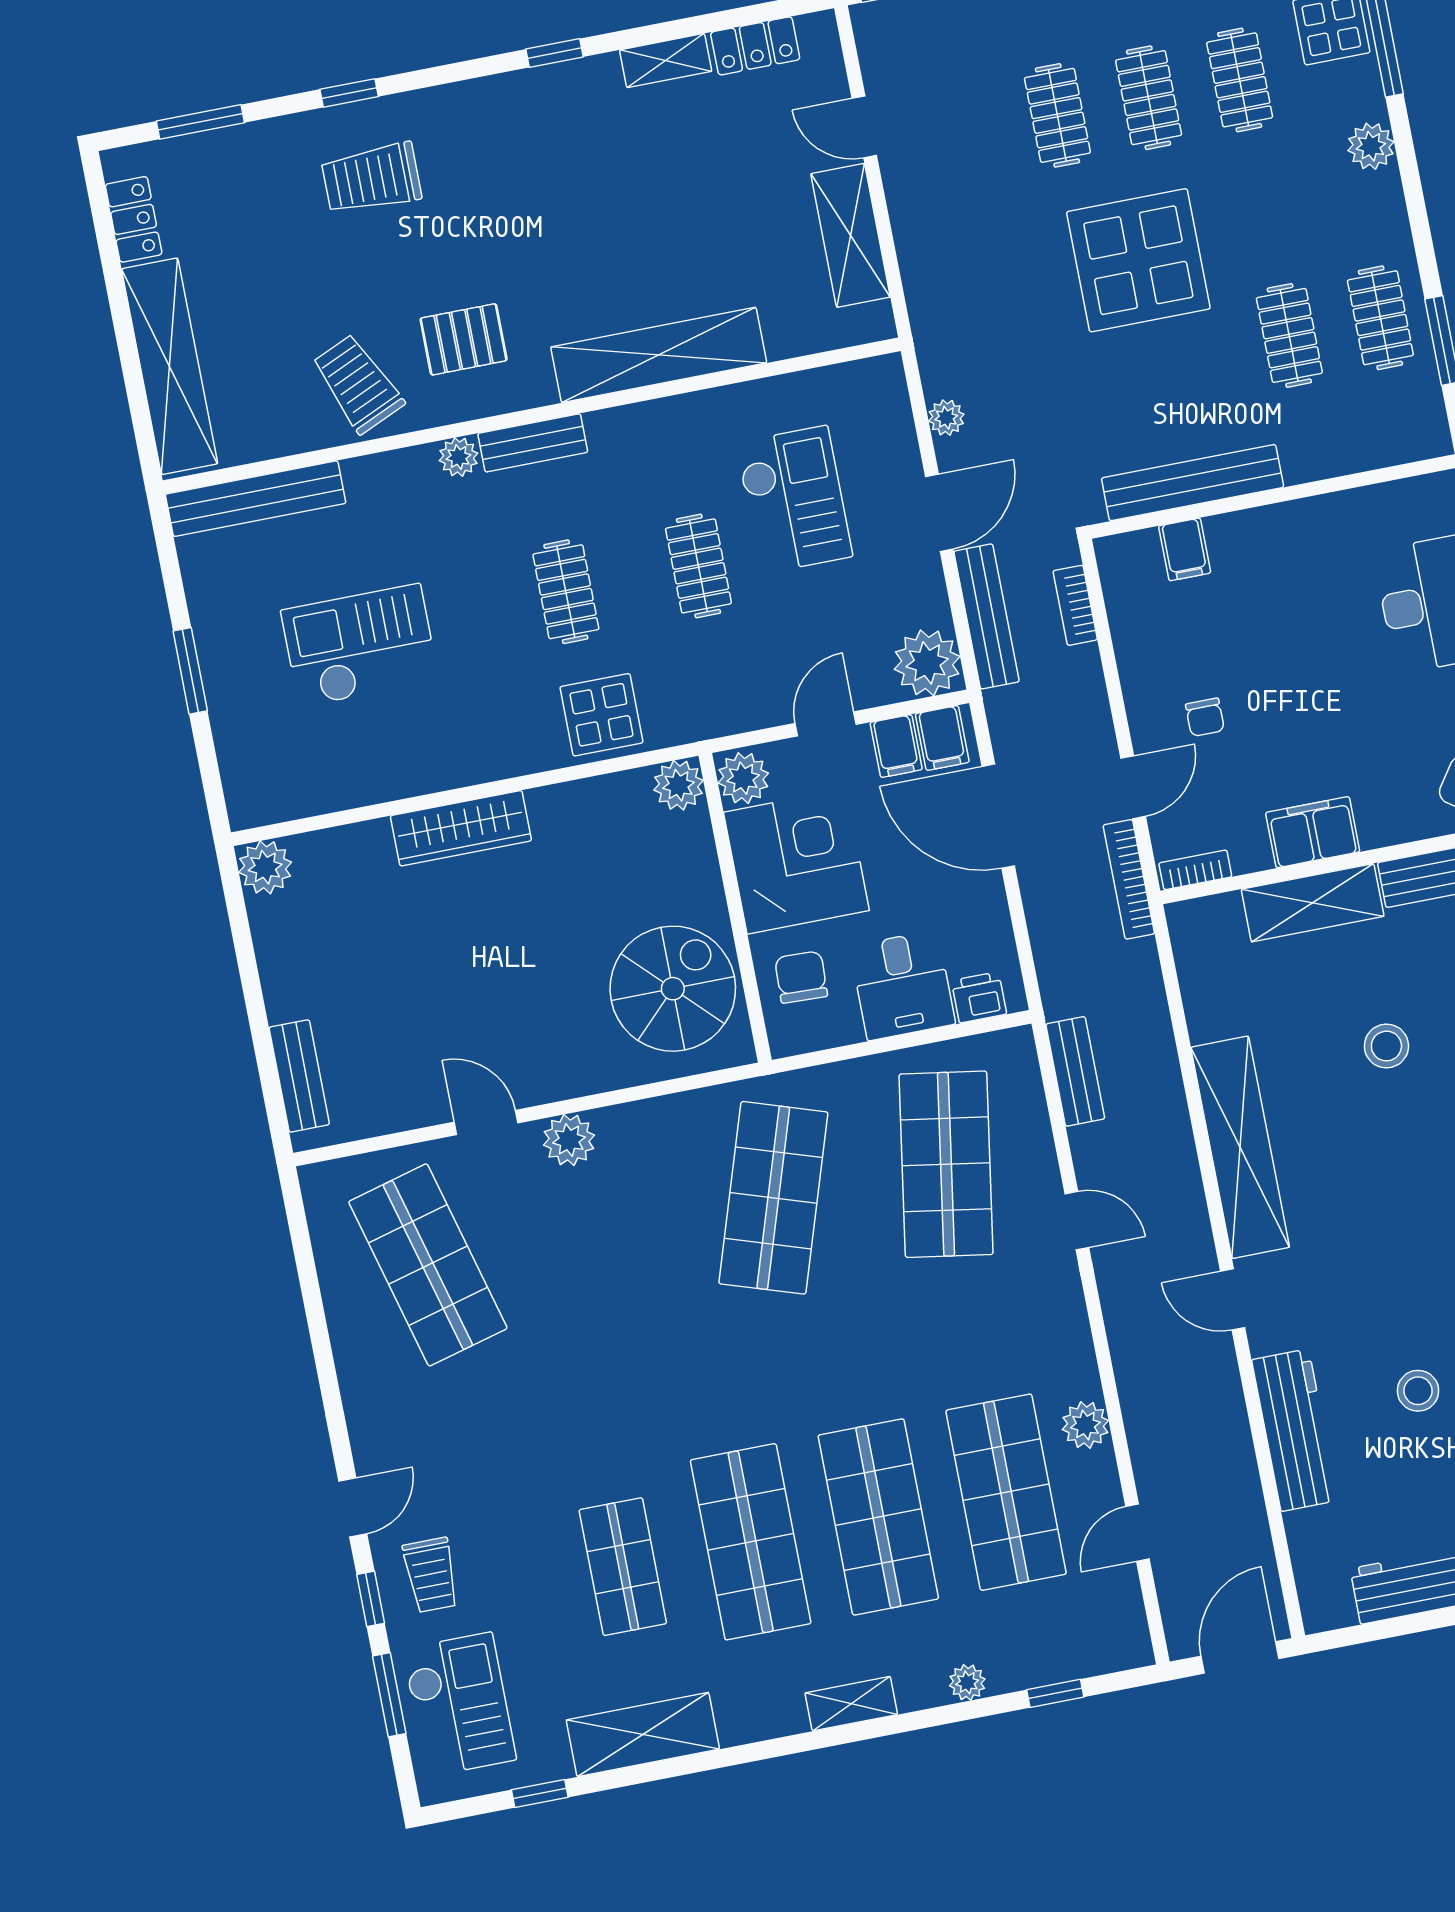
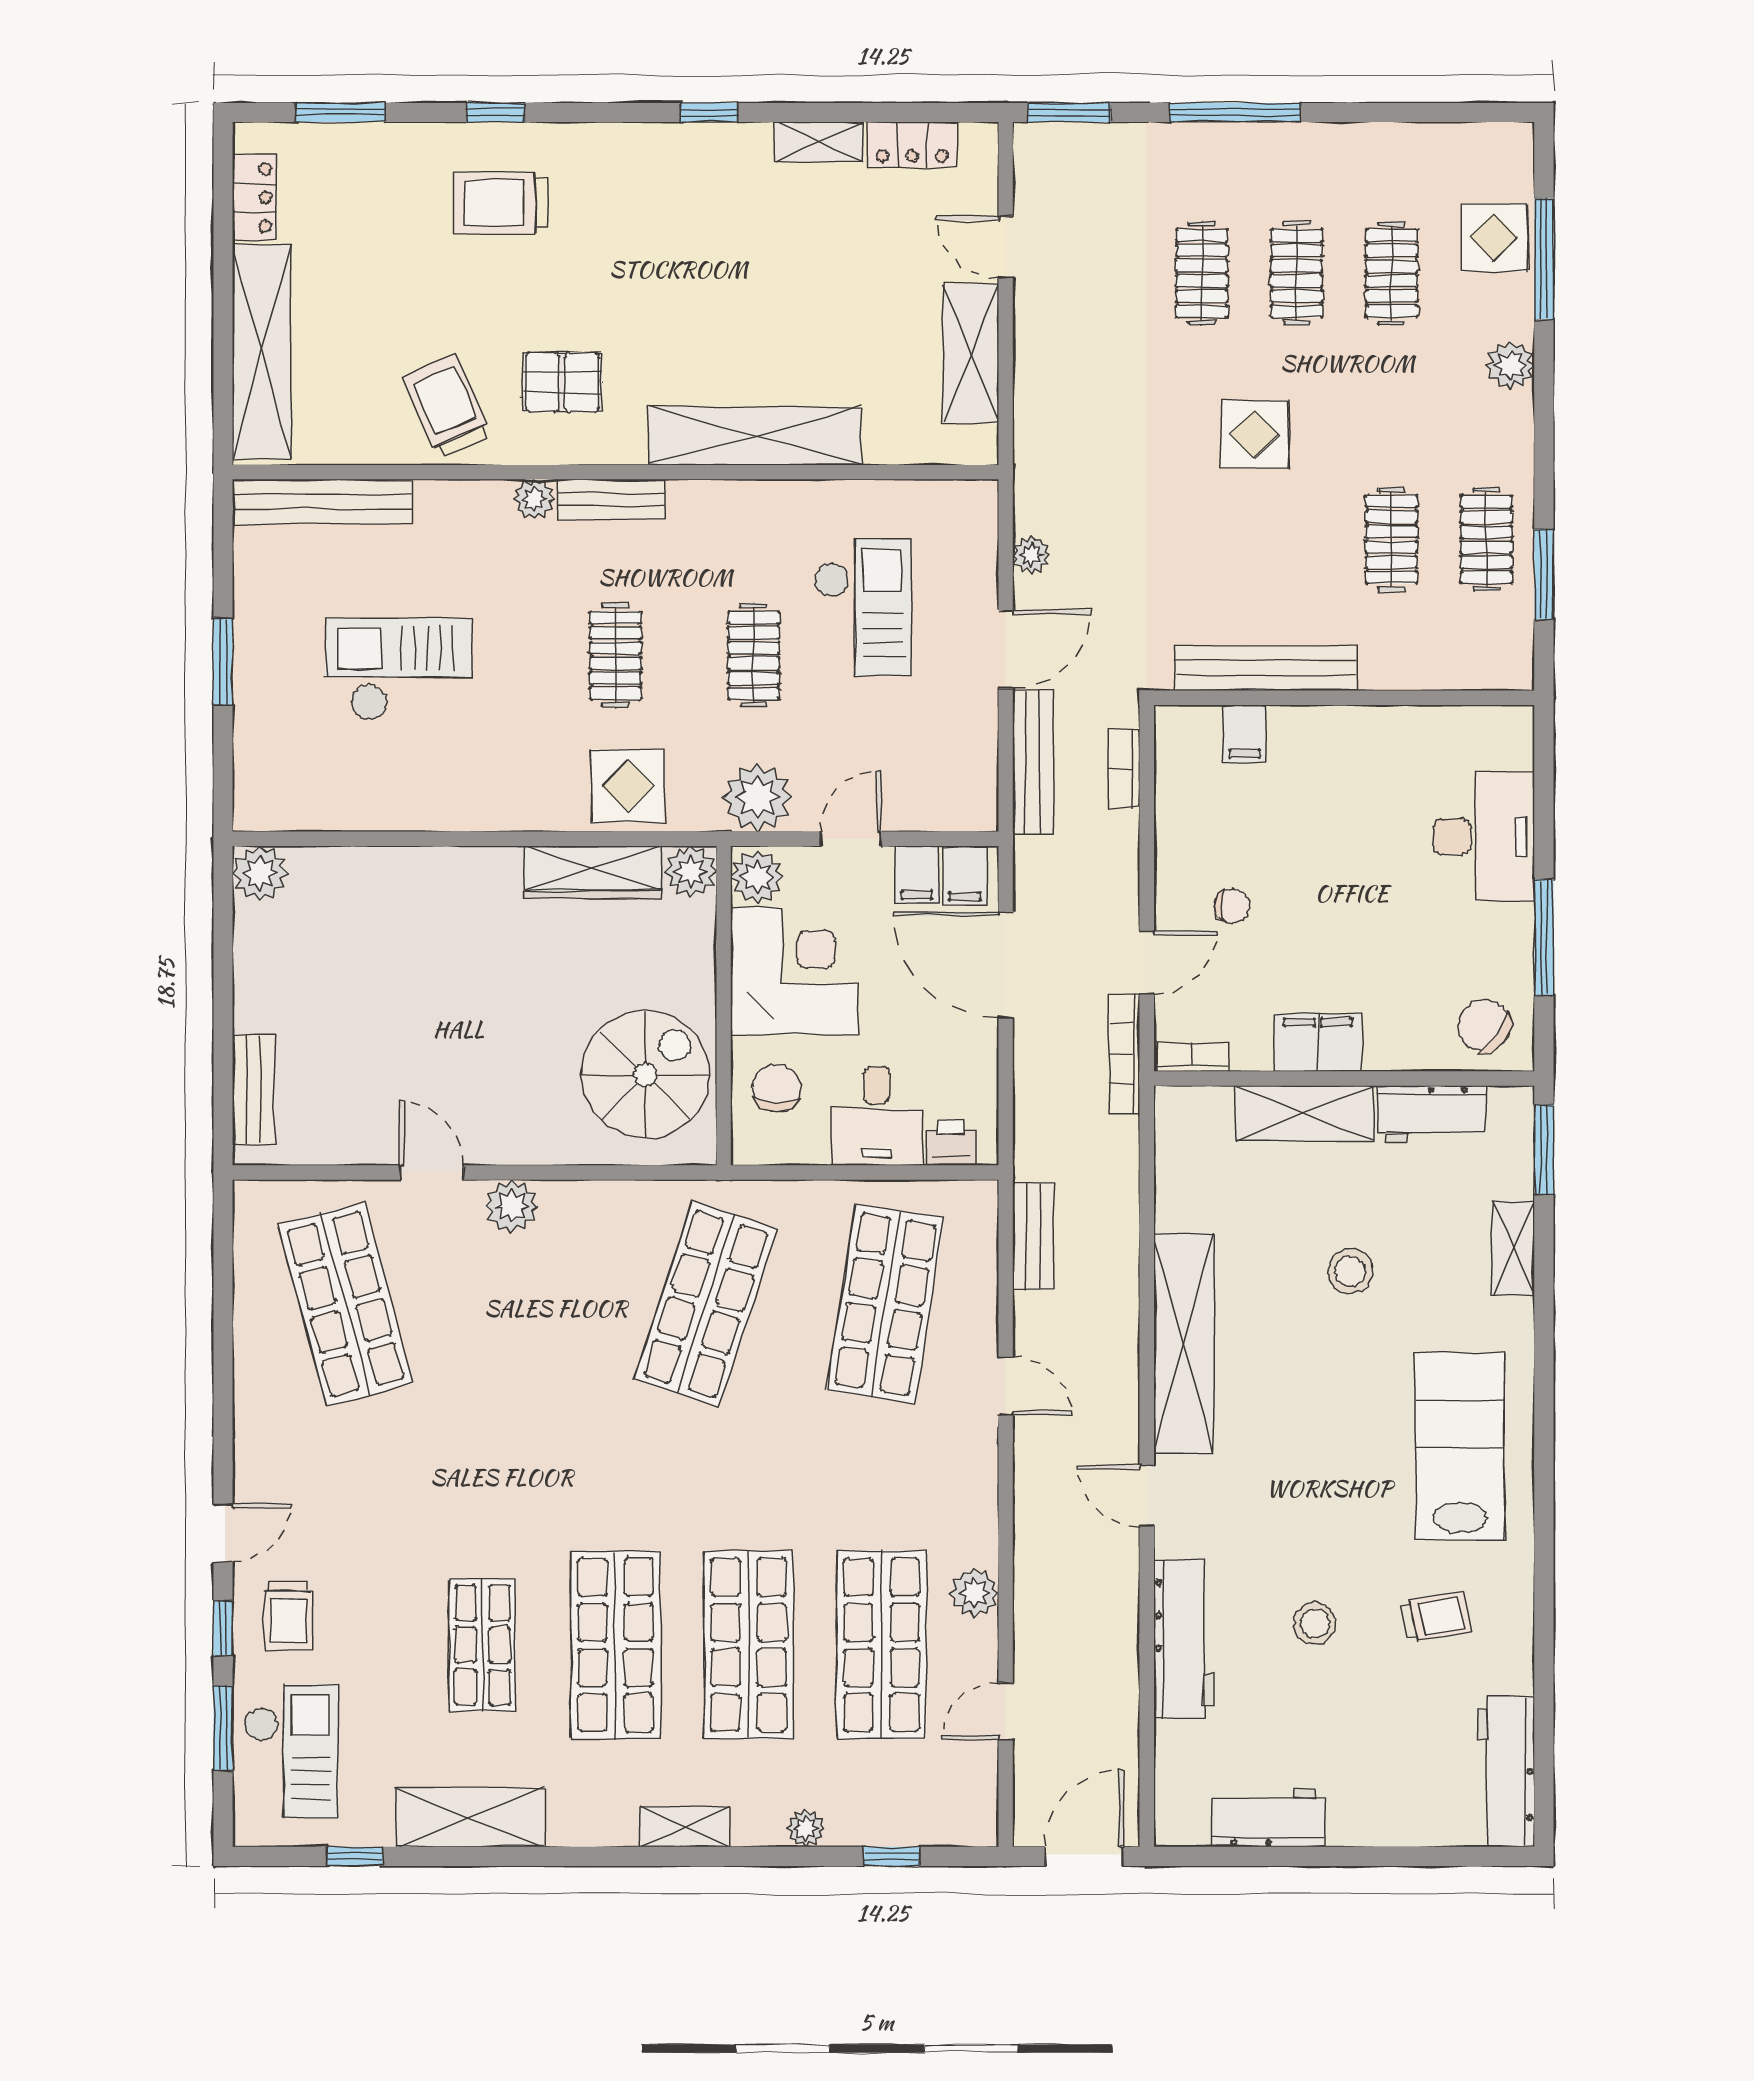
display table: (1138, 260) -> (1255, 434), width x0.54, depth x0.54
plant: (927, 663) -> (758, 797), moved
chair: (1205, 717) -> (1232, 906), turned -90
wardrobe: (461, 828) -> (593, 872), moved

